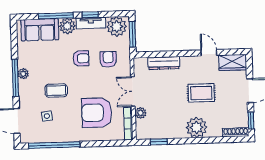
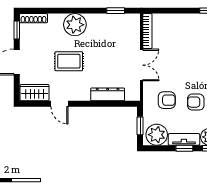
window: (132, 34) -> (140, 126), width x0.67
armchair: (108, 59) -> (167, 100), turned -90
armchair: (97, 113) -> (181, 44), removed
plant: (141, 113) -> (134, 42), removed

